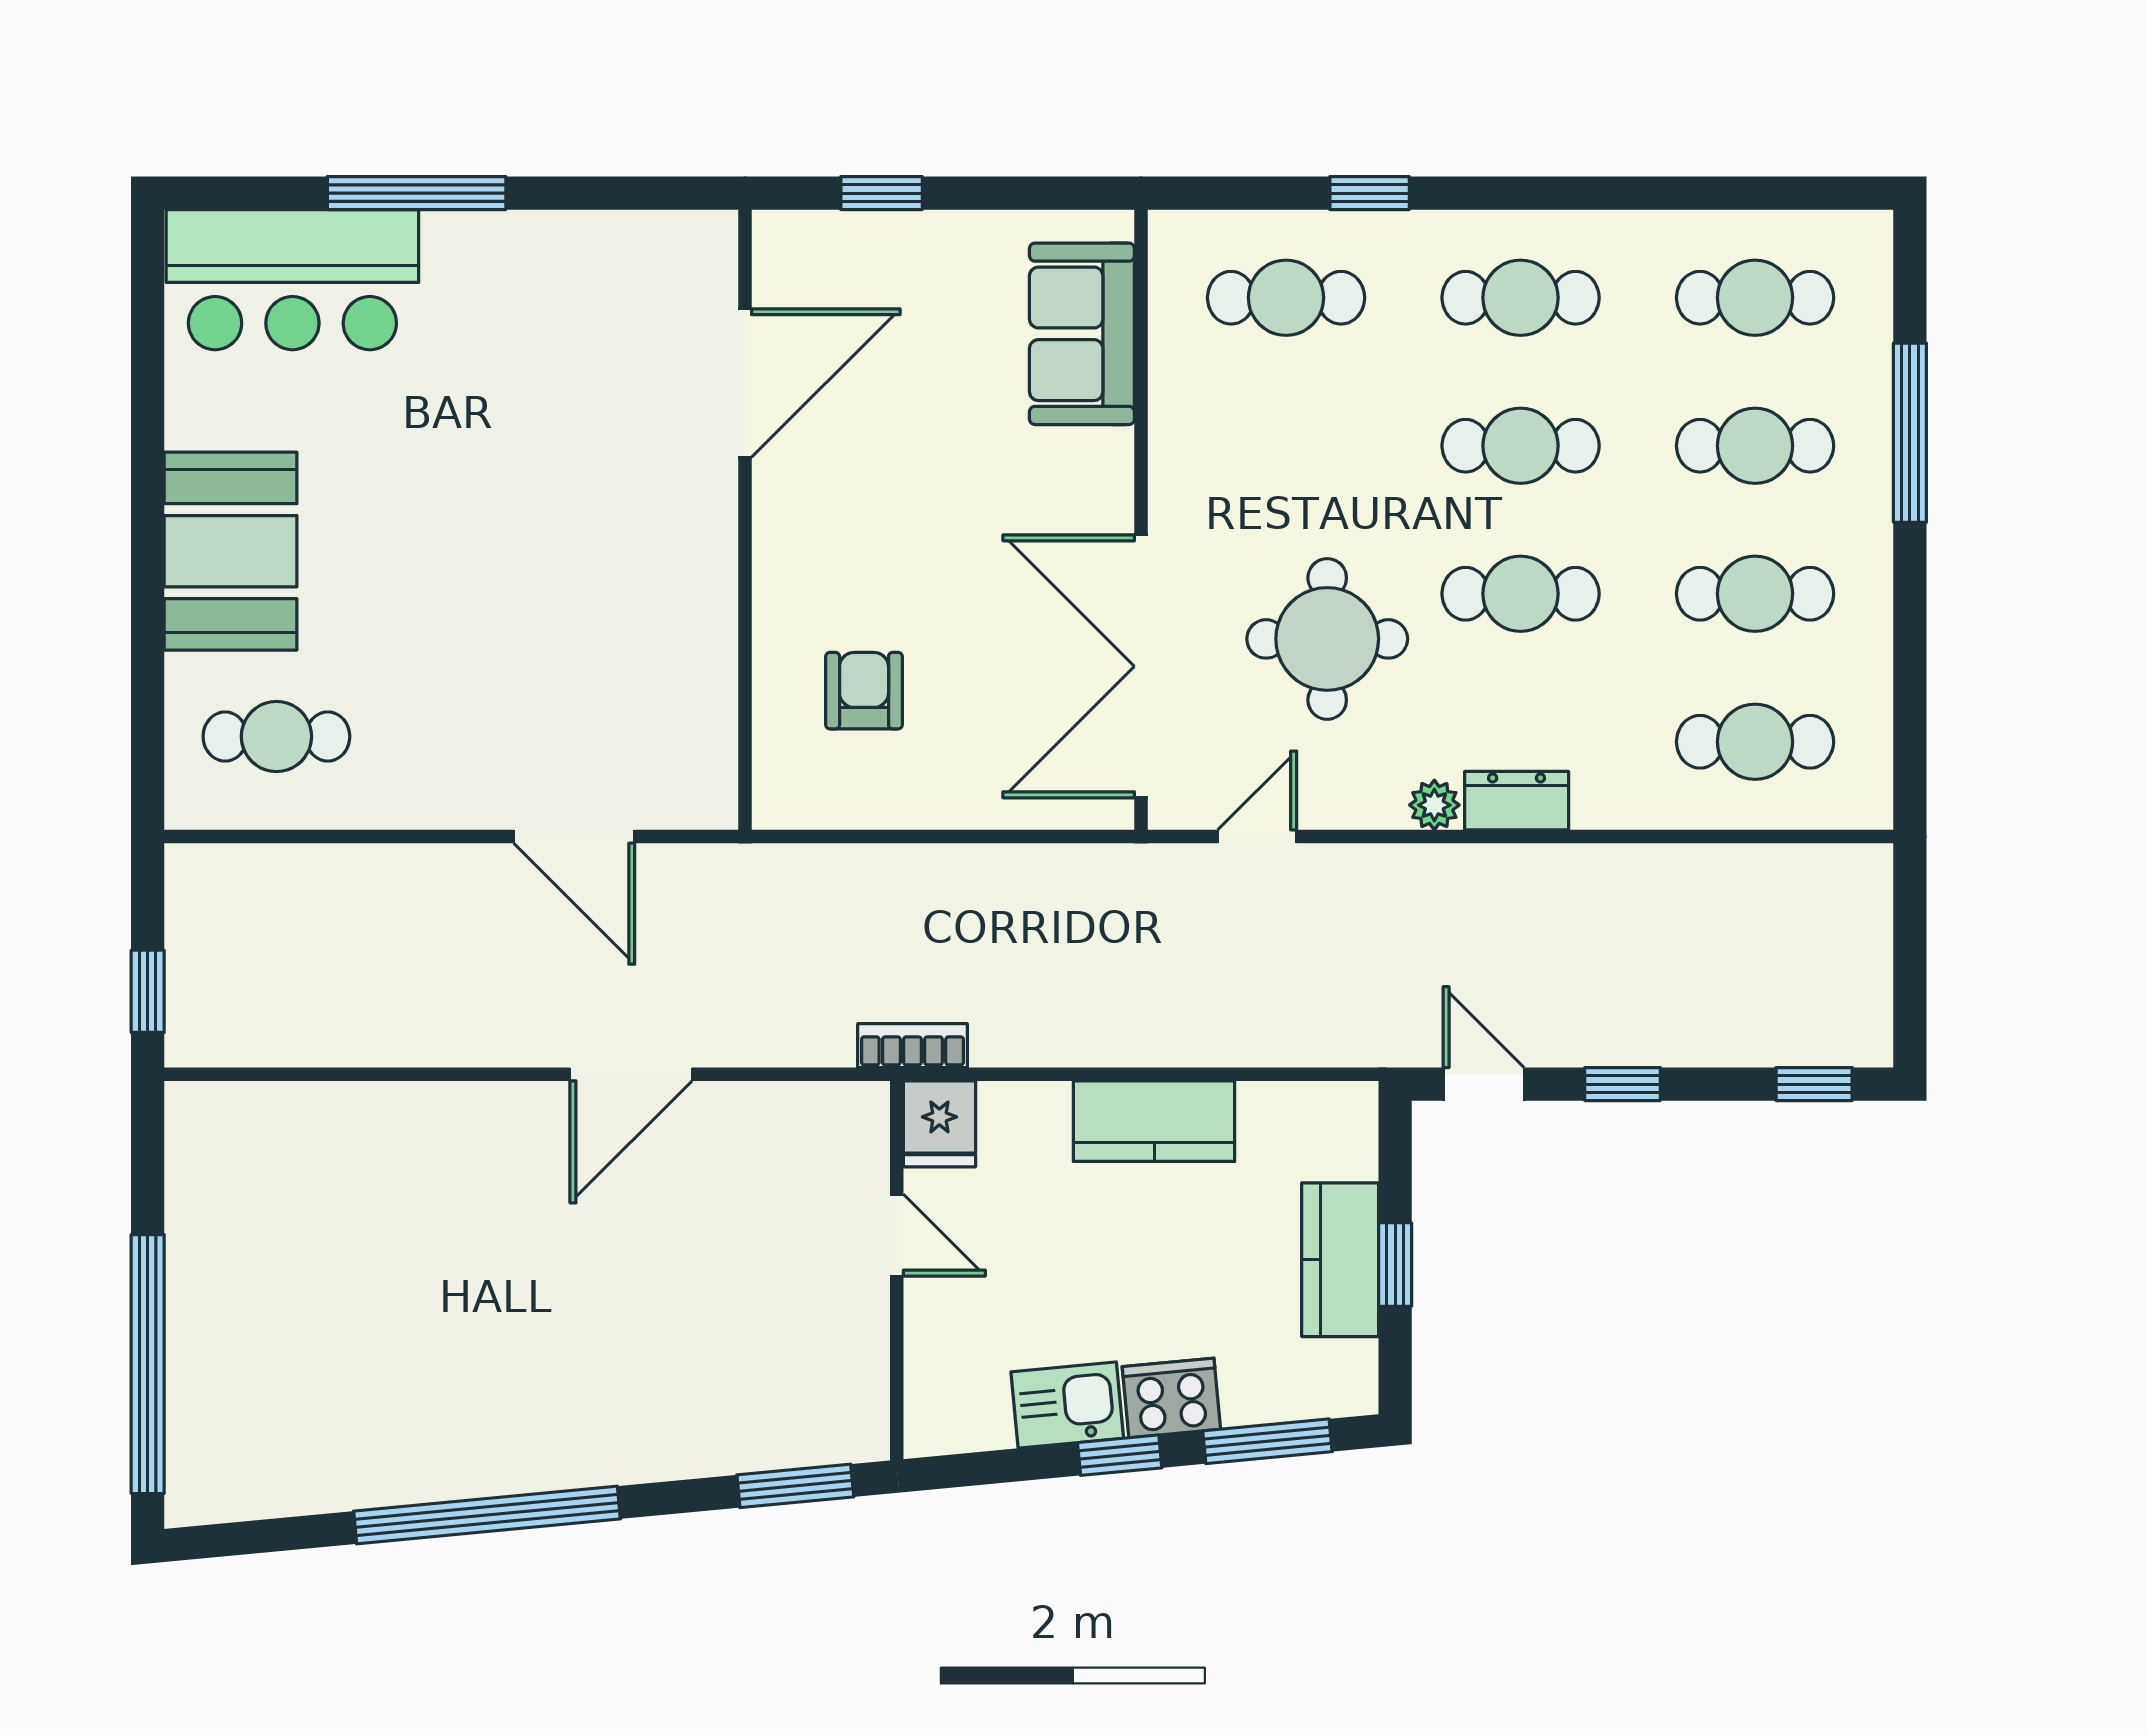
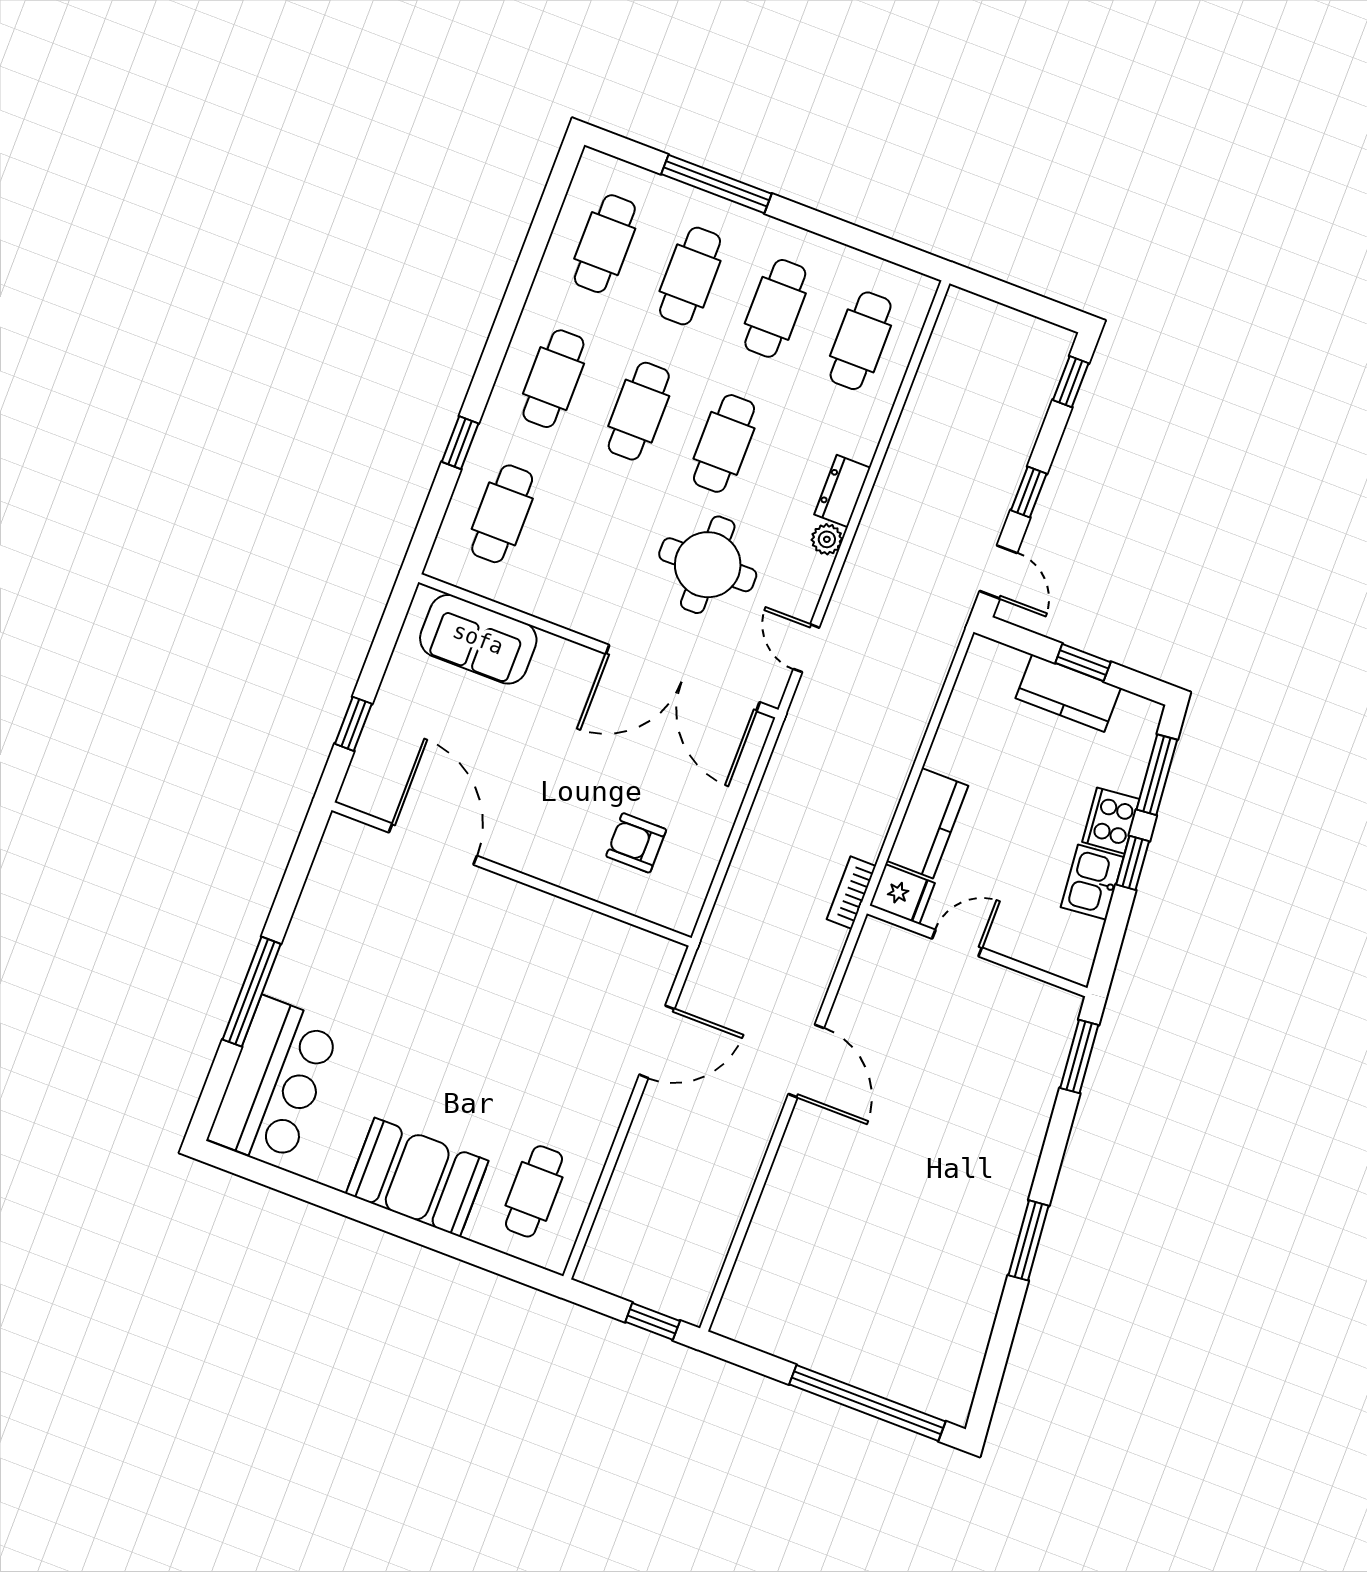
door: (1484, 1084) -> (998, 572), swing flipped
kitchen counter: (1154, 1121) -> (927, 823), moved
window: (487, 1515) -> (1029, 1240), width x0.47

